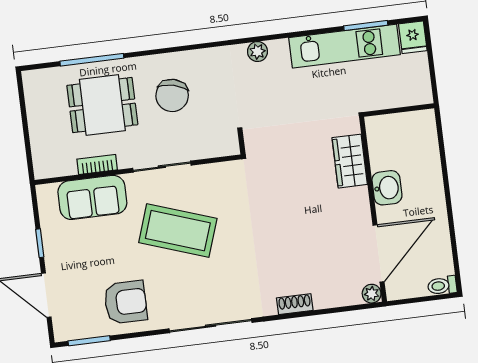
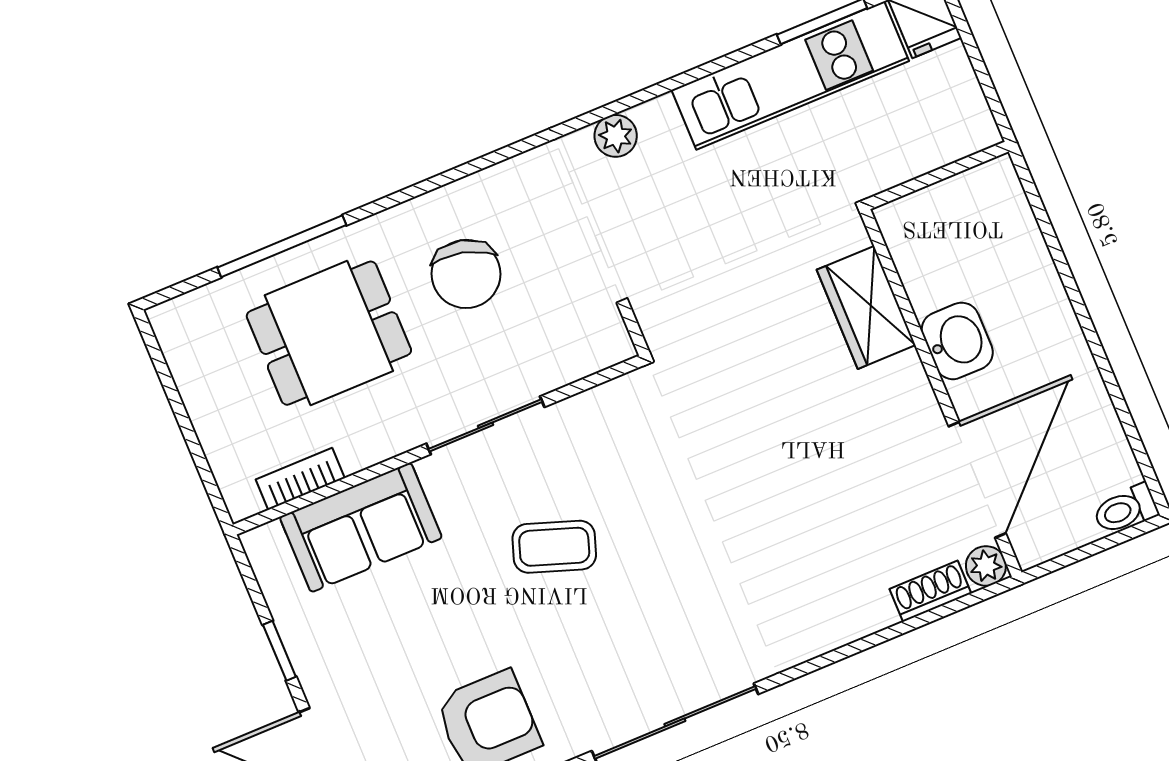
bookcase: (97, 164) -> (300, 479), moved
coffee table: (178, 231) -> (554, 547), width x0.54, depth x0.58
shoe rack: (295, 304) -> (930, 591), moved

